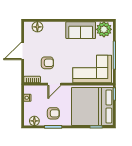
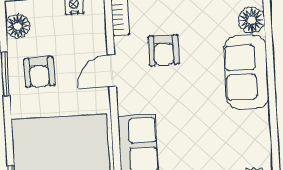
sofa: (81, 30) -> (246, 72), moved
door: (54, 84) -> (112, 71), hinge flipped

